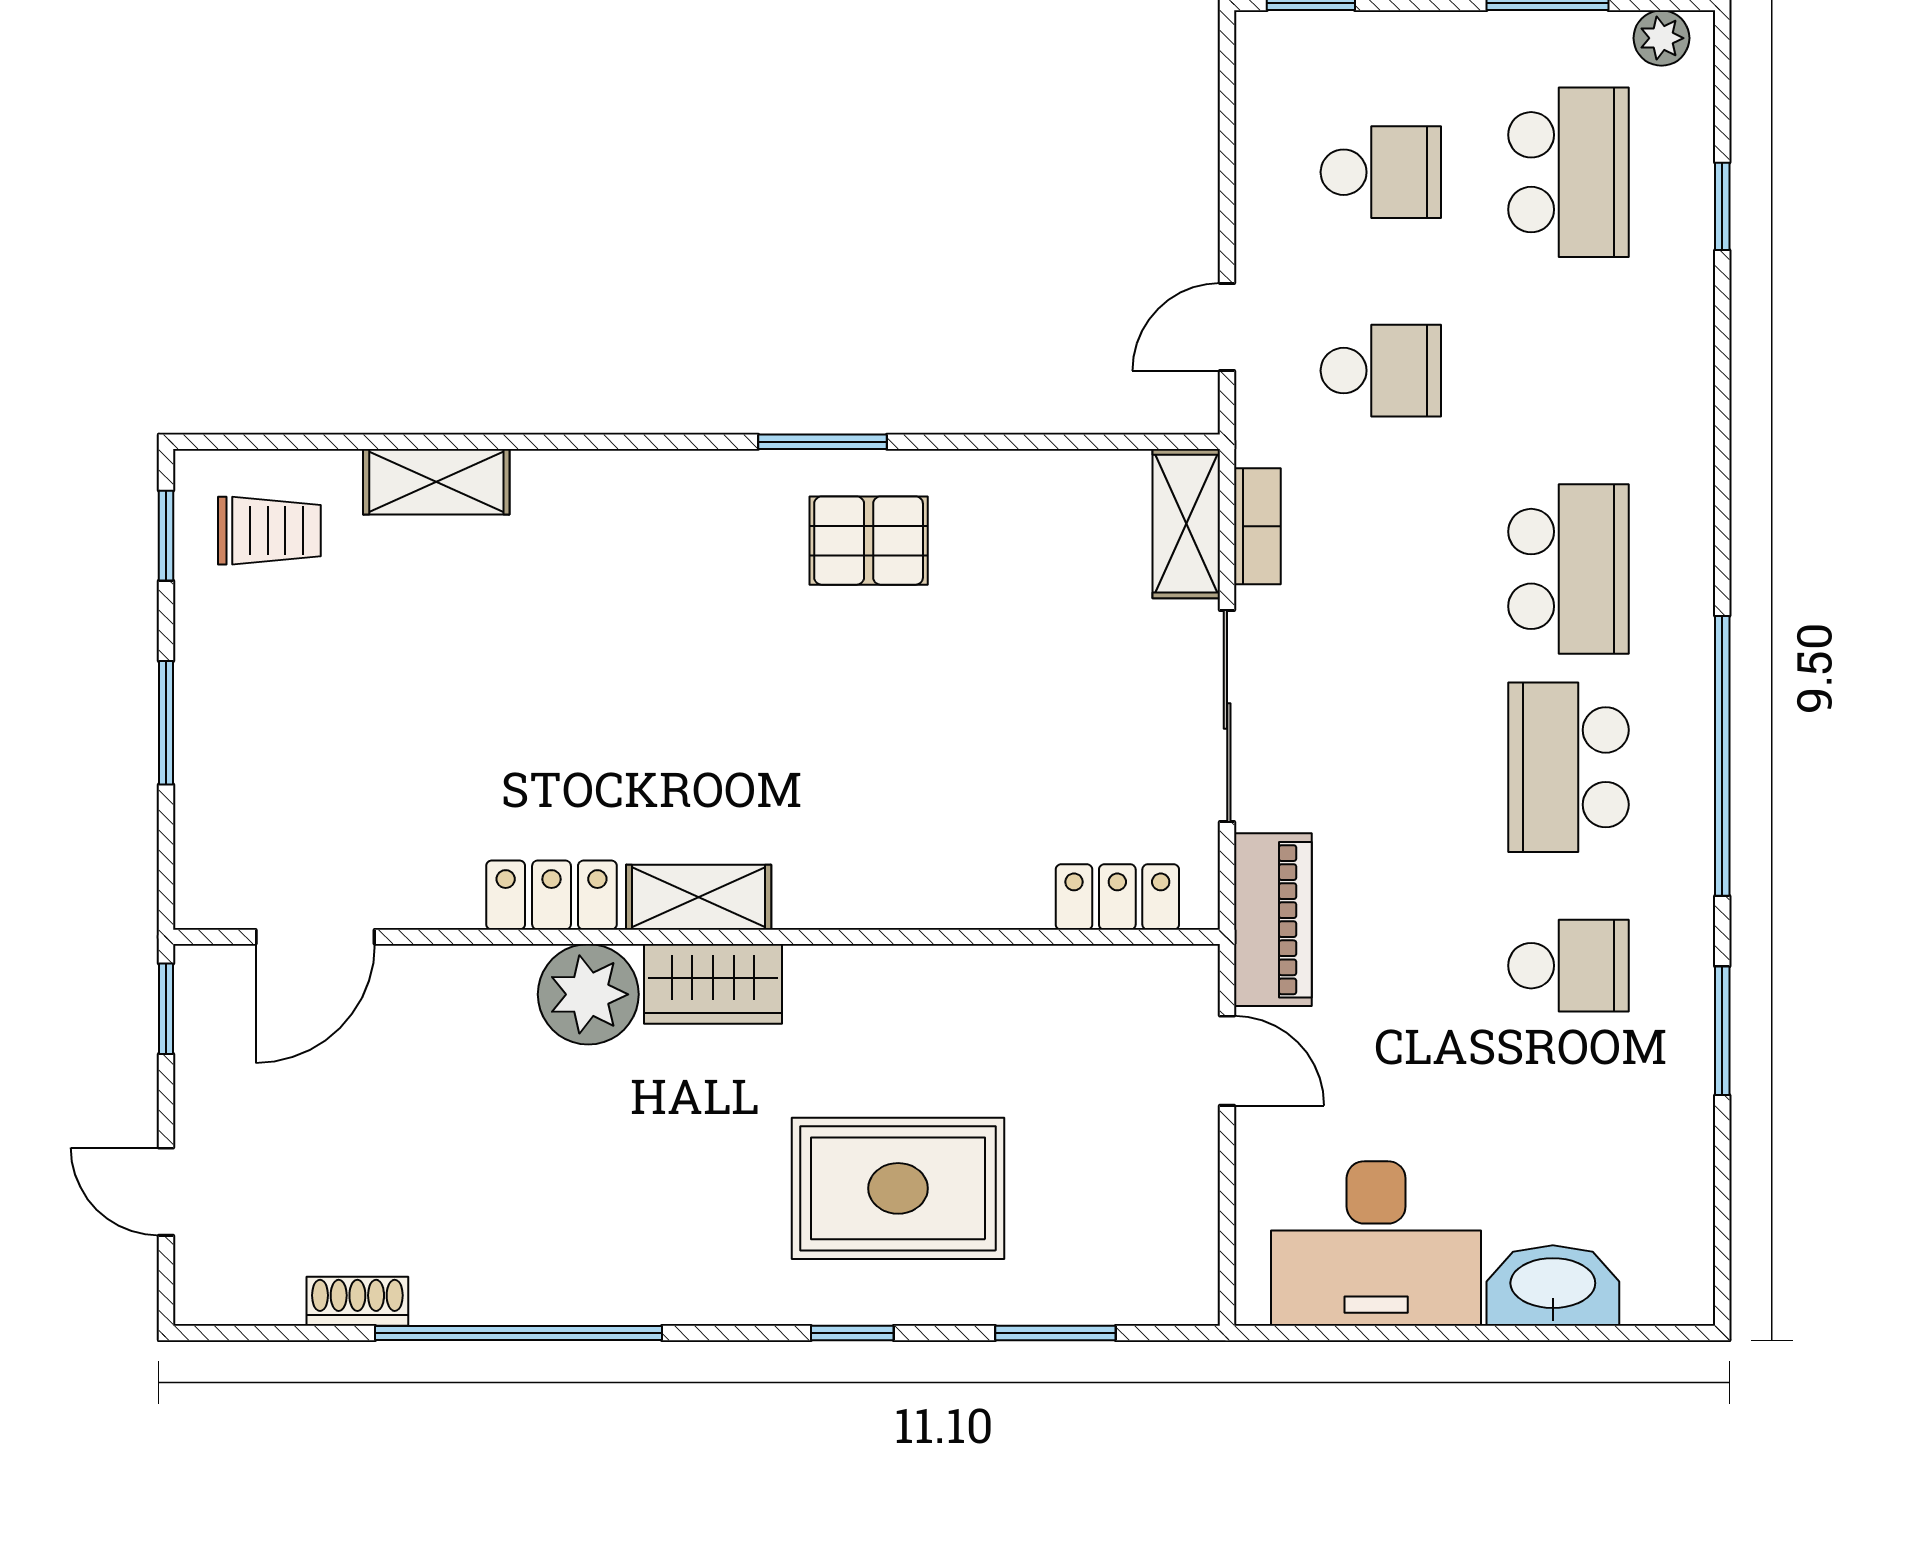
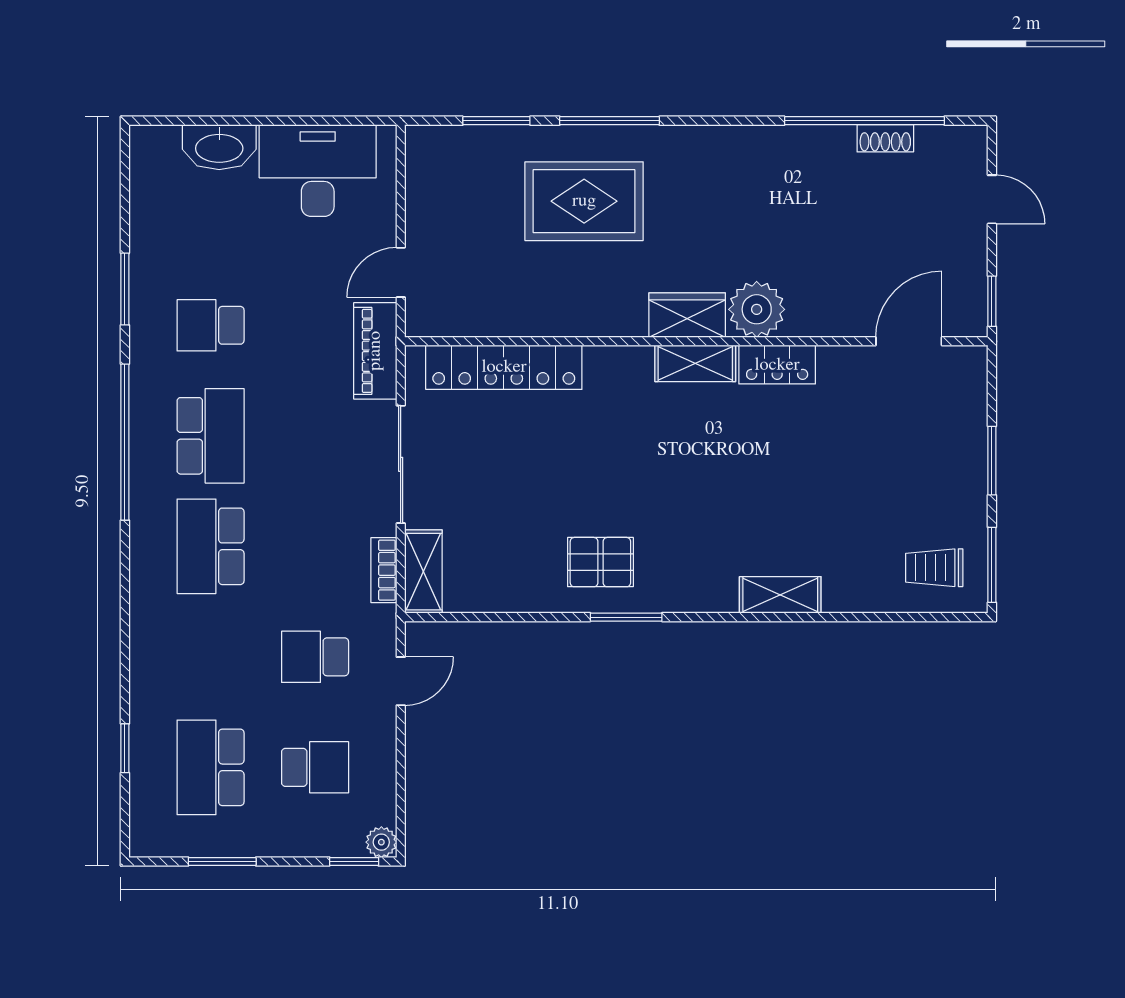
plant: (1661, 38) -> (381, 842), moved
school desk: (1381, 172) -> (315, 767), turned 180
shelving: (436, 482) -> (780, 595), moved
window: (166, 536) -> (992, 565), width x1.50
locker: (1117, 897) -> (504, 367), width x2.16, depth x1.21
door: (1227, 1061) -> (401, 272), hinge flipped
window: (518, 1333) -> (864, 121), moved
window: (852, 1333) -> (610, 121), width x2.17

